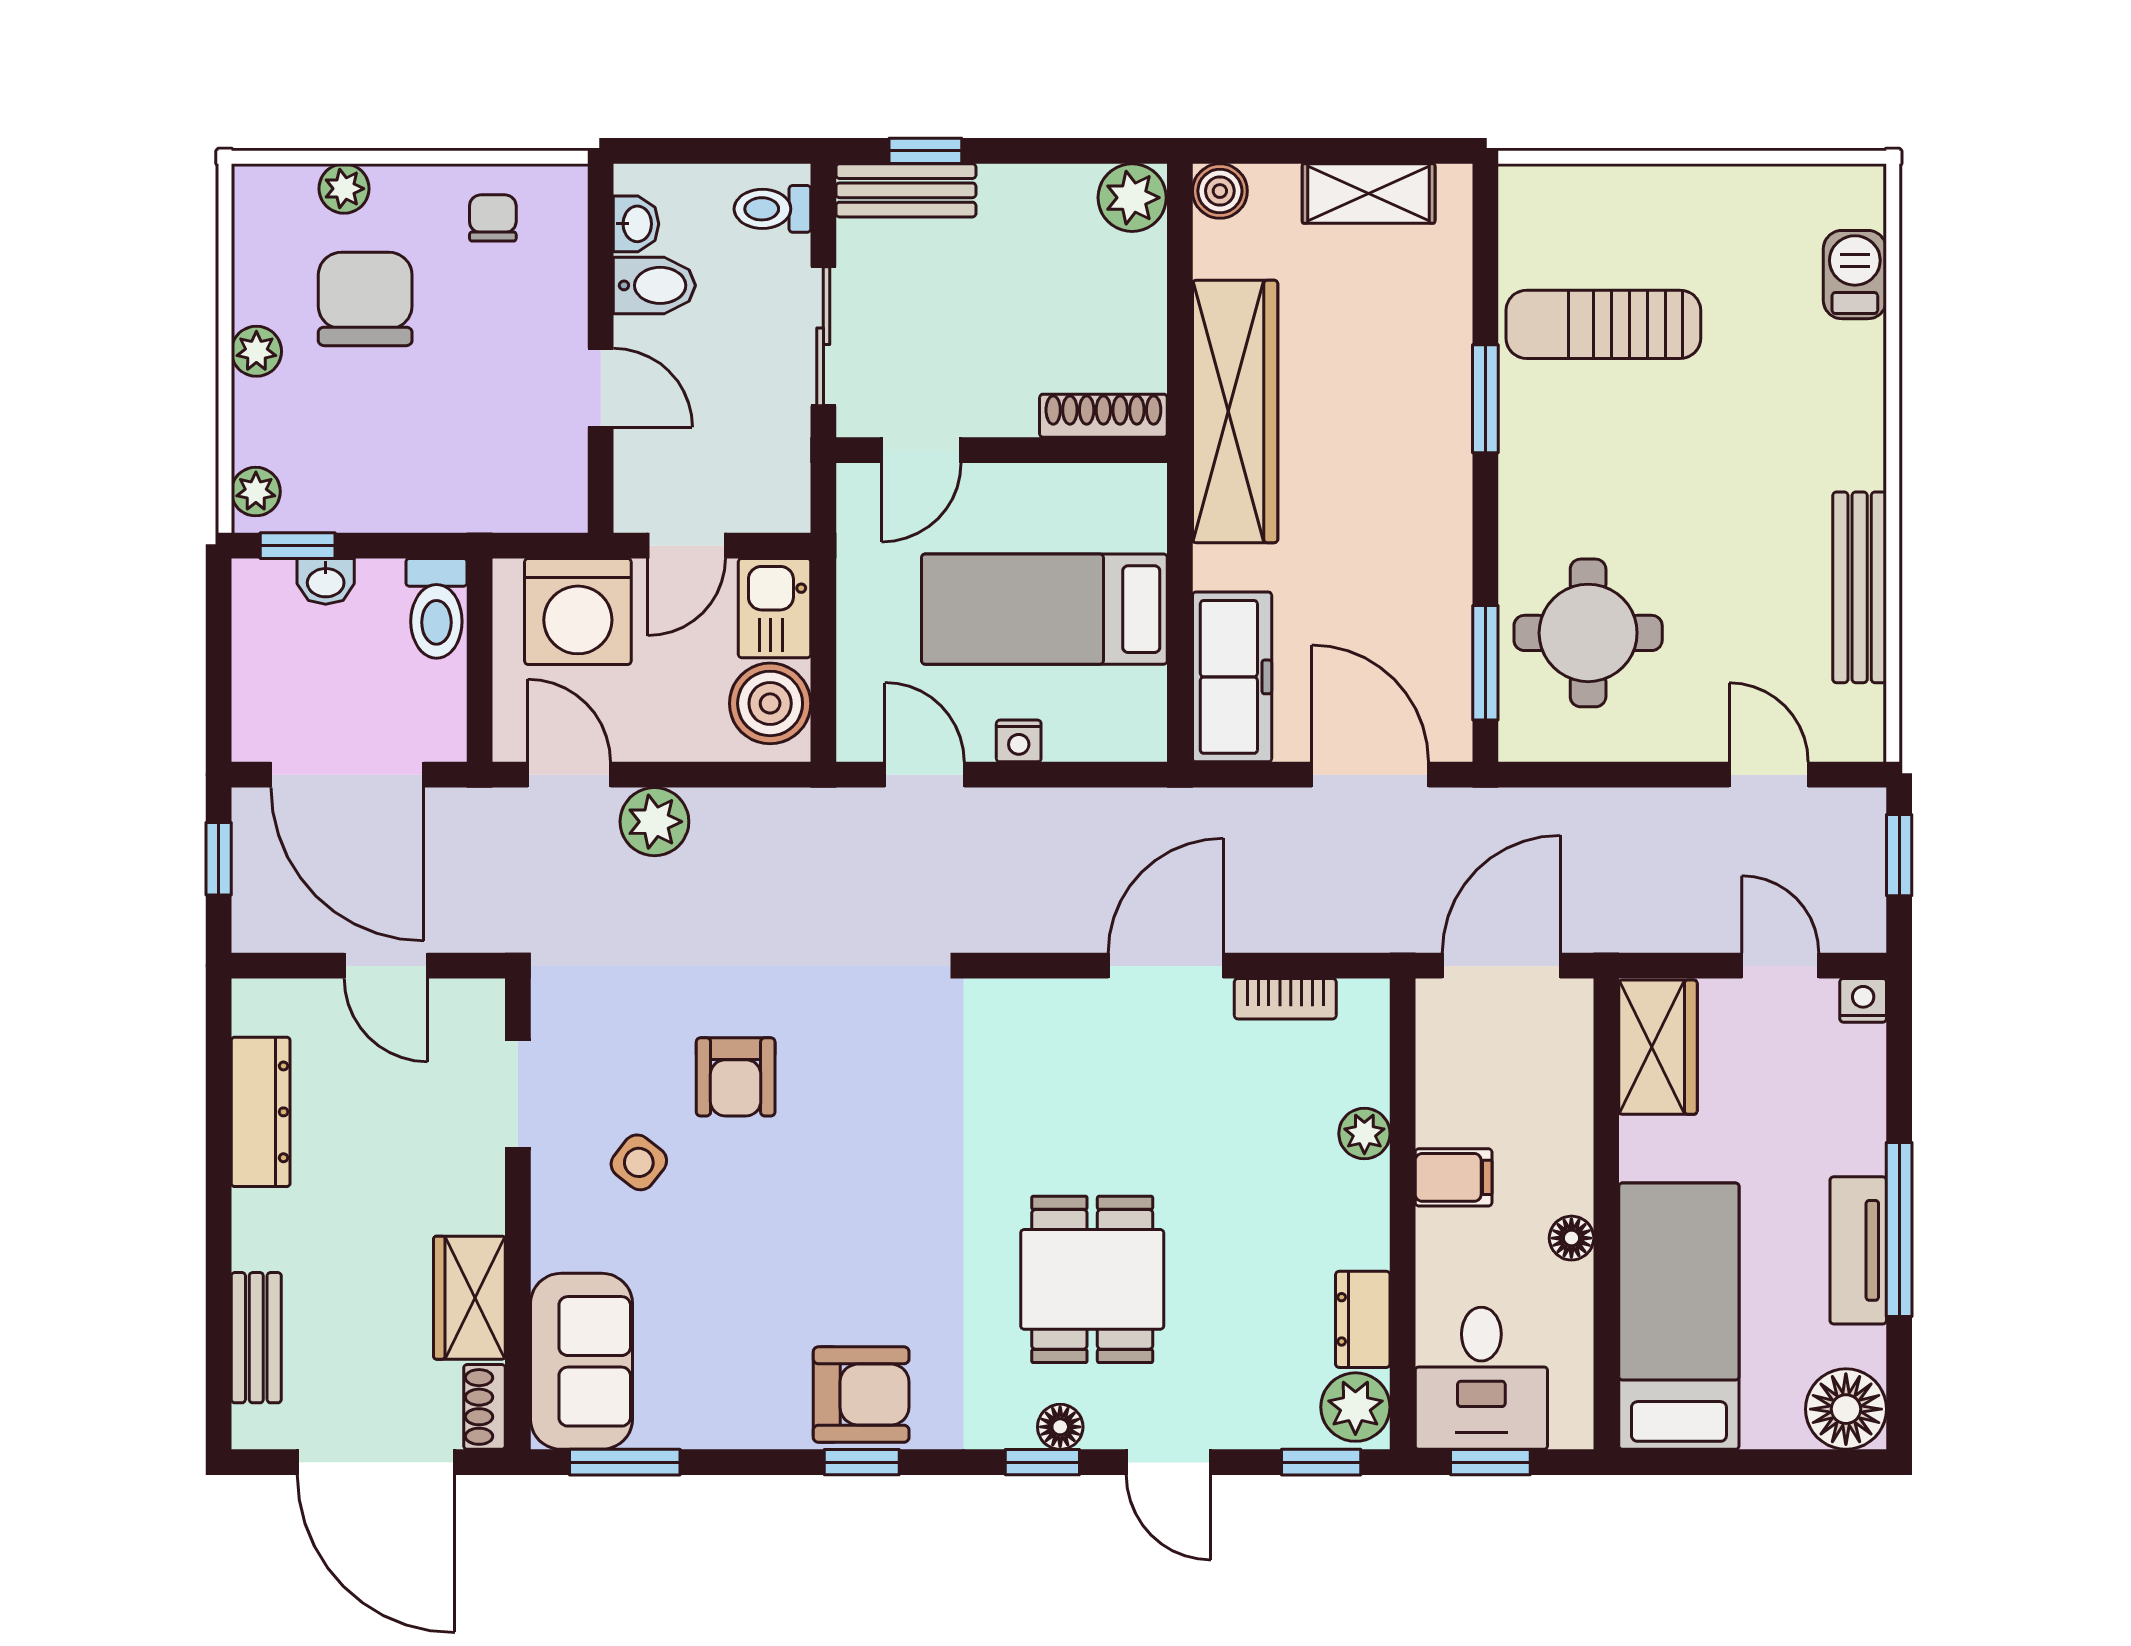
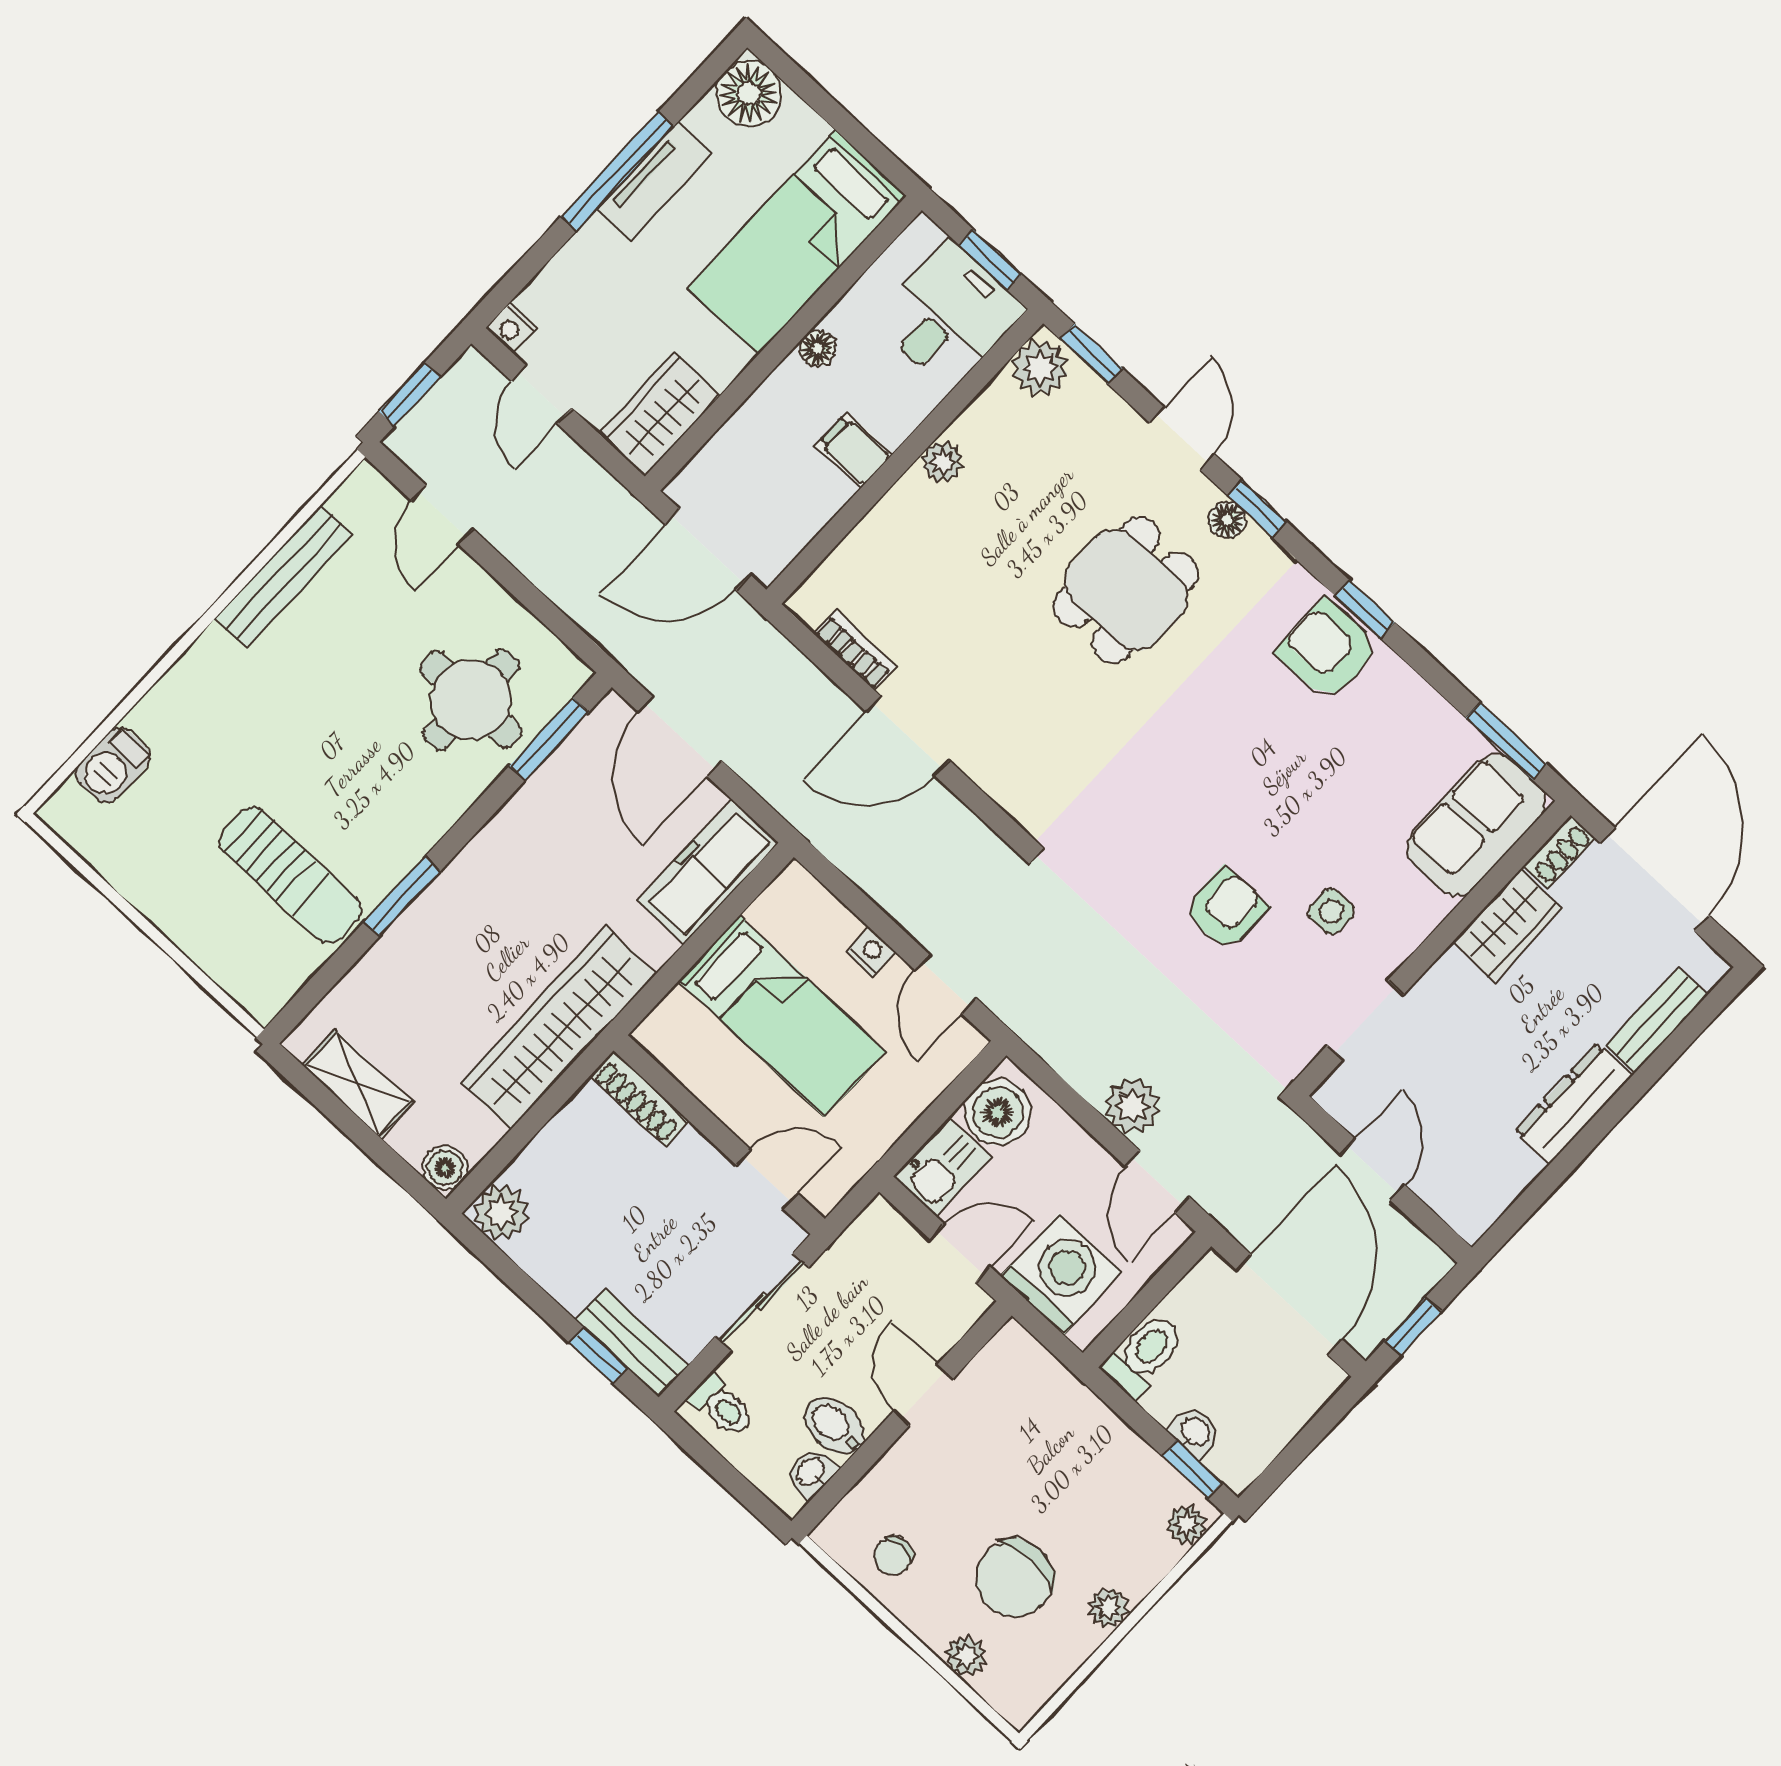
dresser: (261, 1112) -> (1573, 1104), moved
plant: (1364, 1134) -> (942, 462), moved
side table: (639, 1162) -> (1331, 912), turned -38
dresser: (1363, 1319) -> (987, 416), removed

